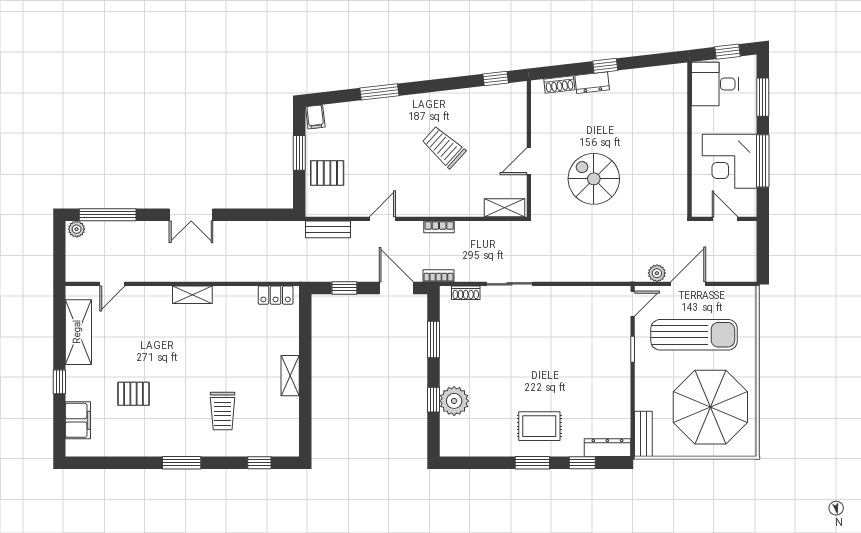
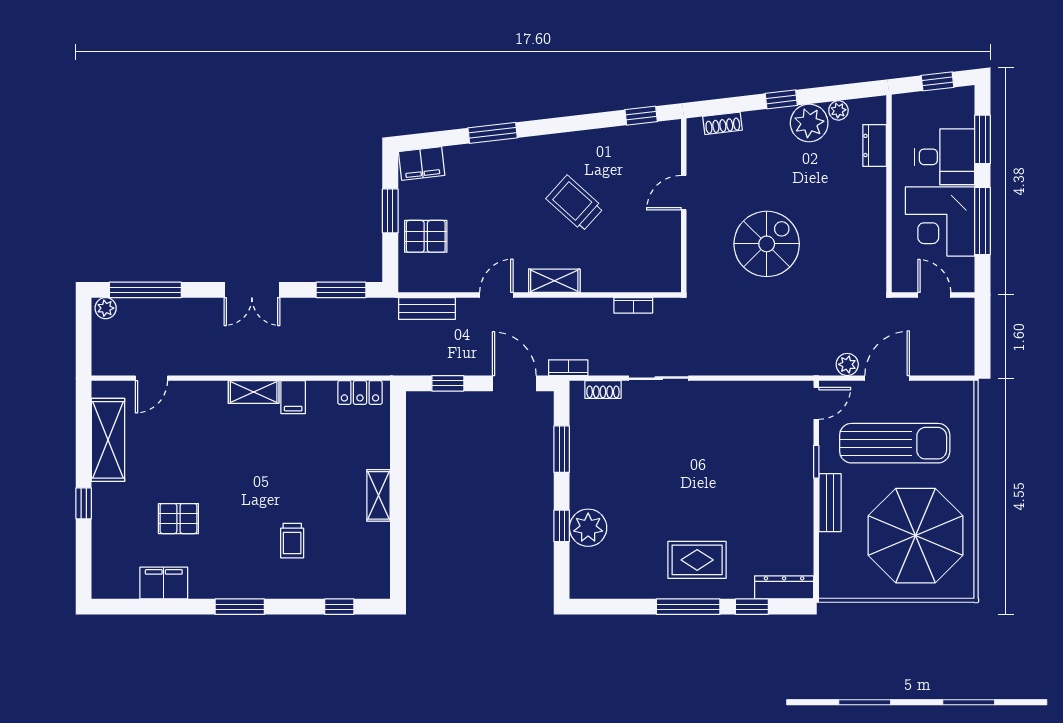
plant: (650, 74) -> (838, 110), added
dresser: (592, 83) -> (875, 145), moved, turned 97
plant: (627, 84) -> (809, 123), added
desk: (715, 84) -> (945, 157), moved, turned 180
filing cabinet: (315, 117) -> (422, 163), width x2.00
door: (529, 161) -> (684, 193), moved
spiral stairs: (594, 179) -> (767, 244), turned 90
shelving: (504, 208) -> (554, 281), moved
window: (261, 215) -> (341, 290), added
bookcase: (439, 227) -> (633, 305), moved
filing cabinet: (223, 299) -> (293, 397), added
trolley: (223, 411) -> (292, 541), width x0.73, depth x0.72
filing cabinet: (78, 420) -> (164, 583), moved, turned -90
bench: (643, 434) -> (830, 503), moved
window: (532, 463) -> (688, 607), width x1.44

